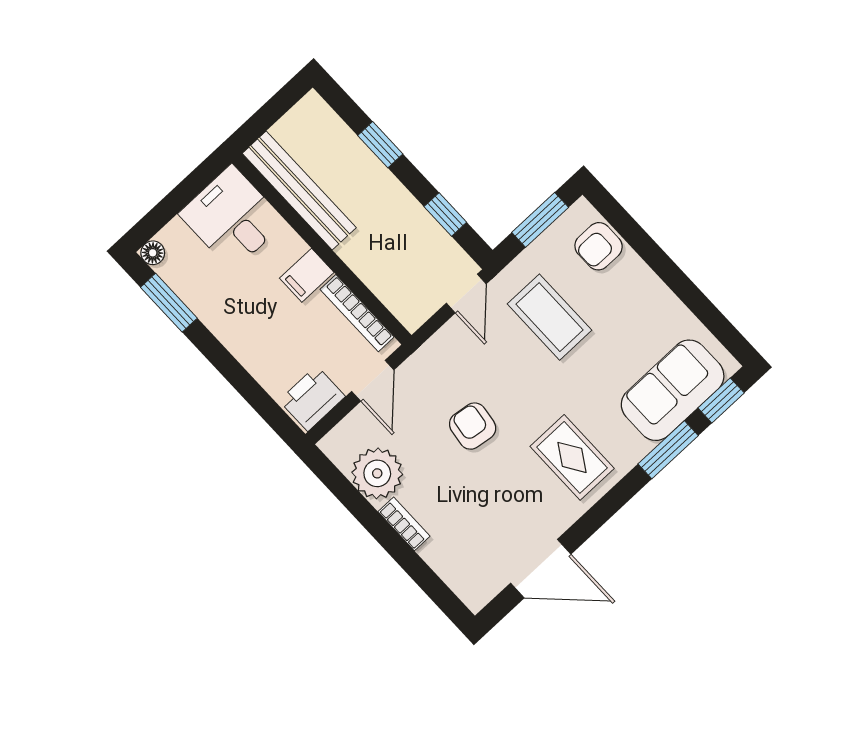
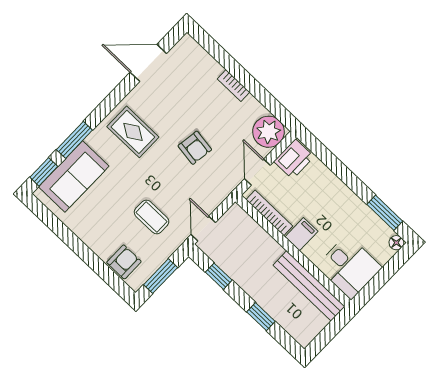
coffee table: (550, 317) -> (152, 217), width x0.73, depth x0.77
plant: (377, 473) -> (268, 132), moved

